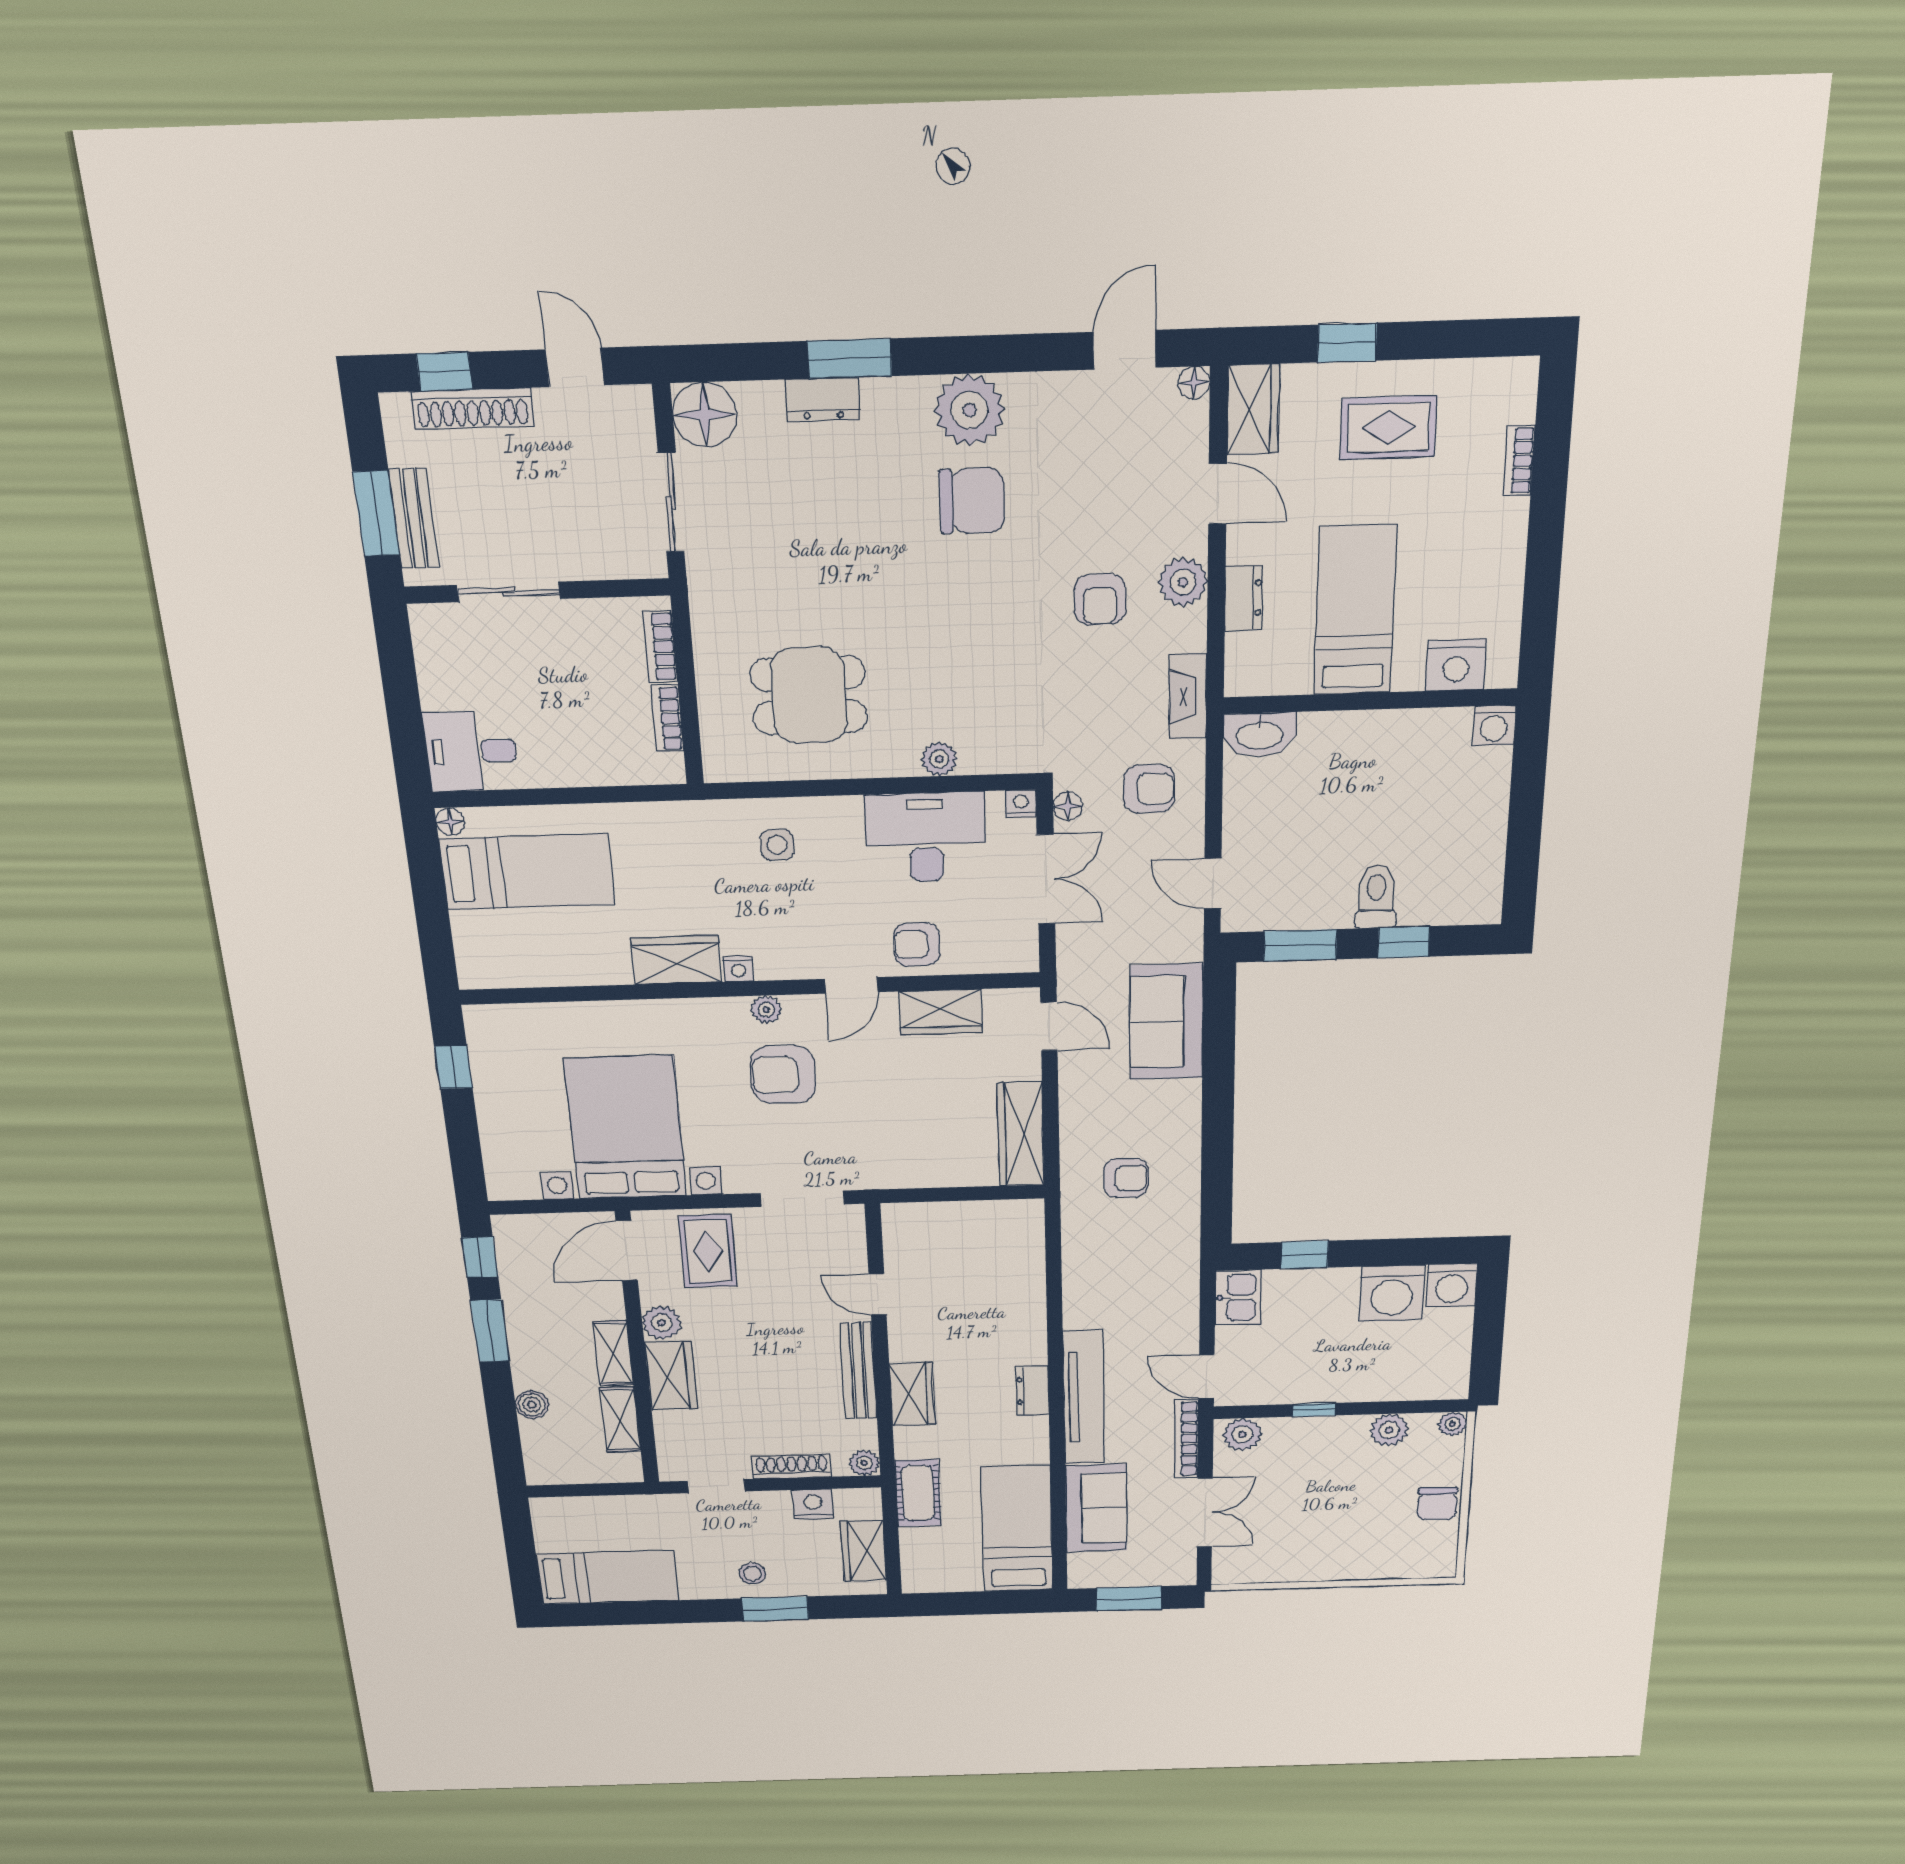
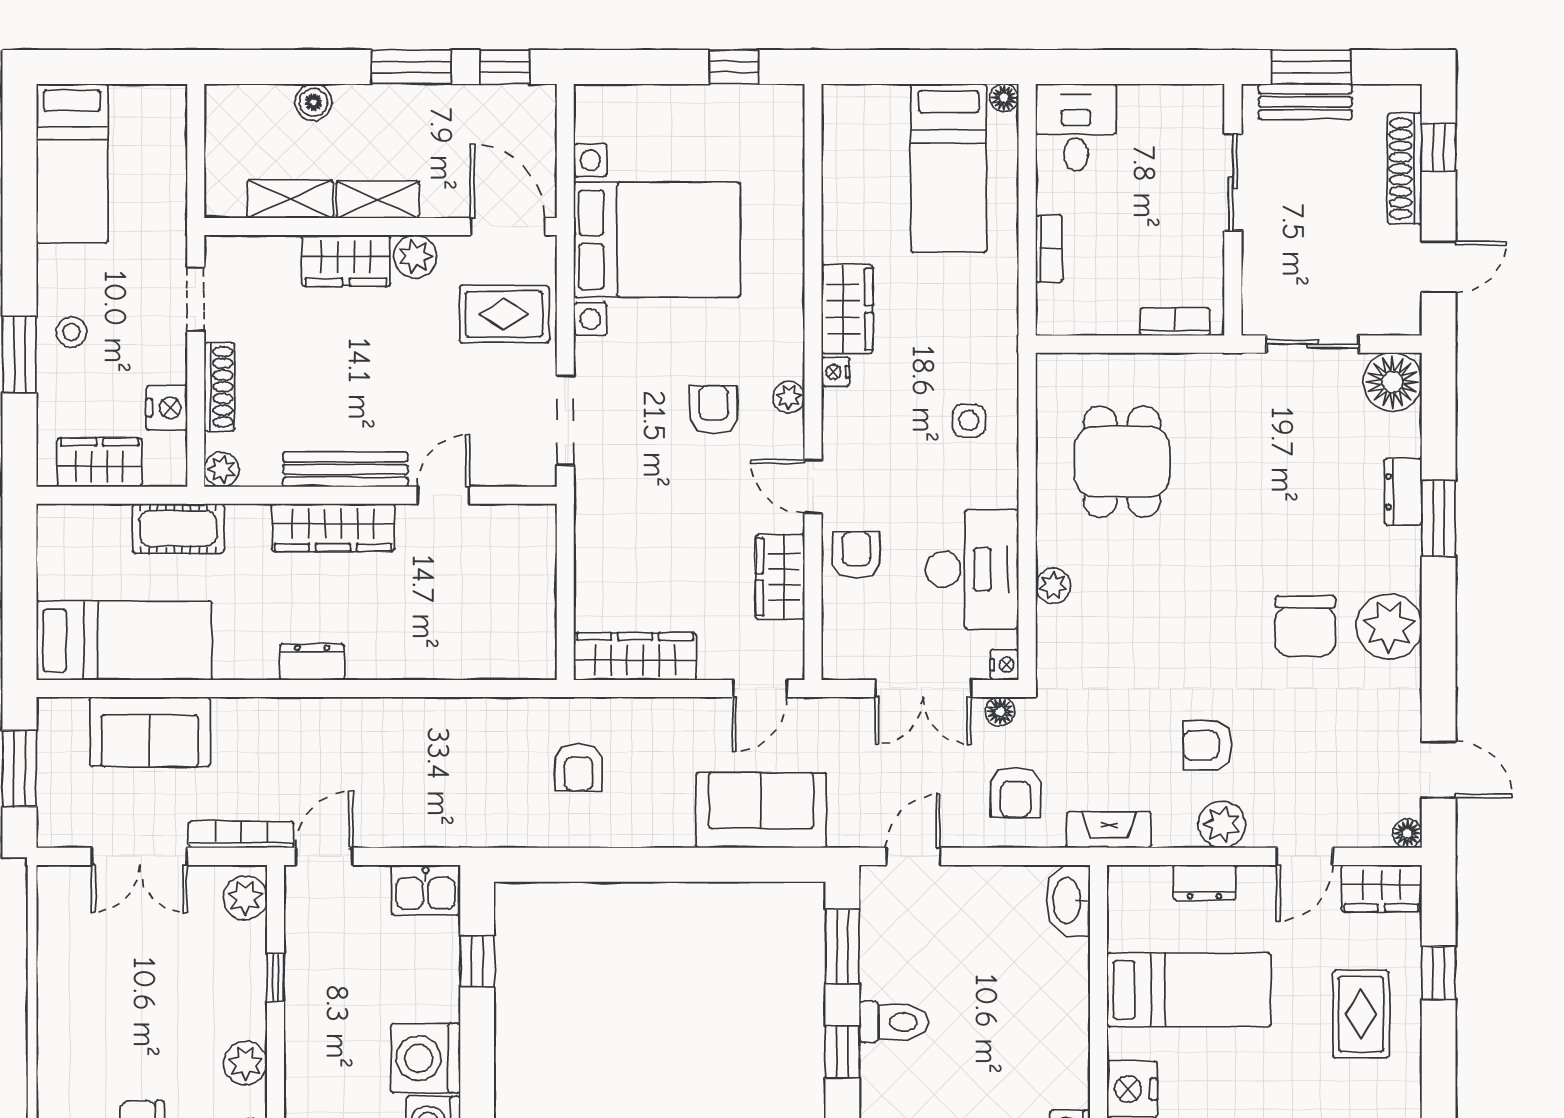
bookcase: (667, 718) -> (1049, 249), moved, turned 90
armchair: (783, 1075) -> (714, 410), width x0.72, depth x0.72
wardrobe: (912, 1394) -> (333, 528), width x1.50
tv unit: (1084, 1397) -> (301, 719), removed

